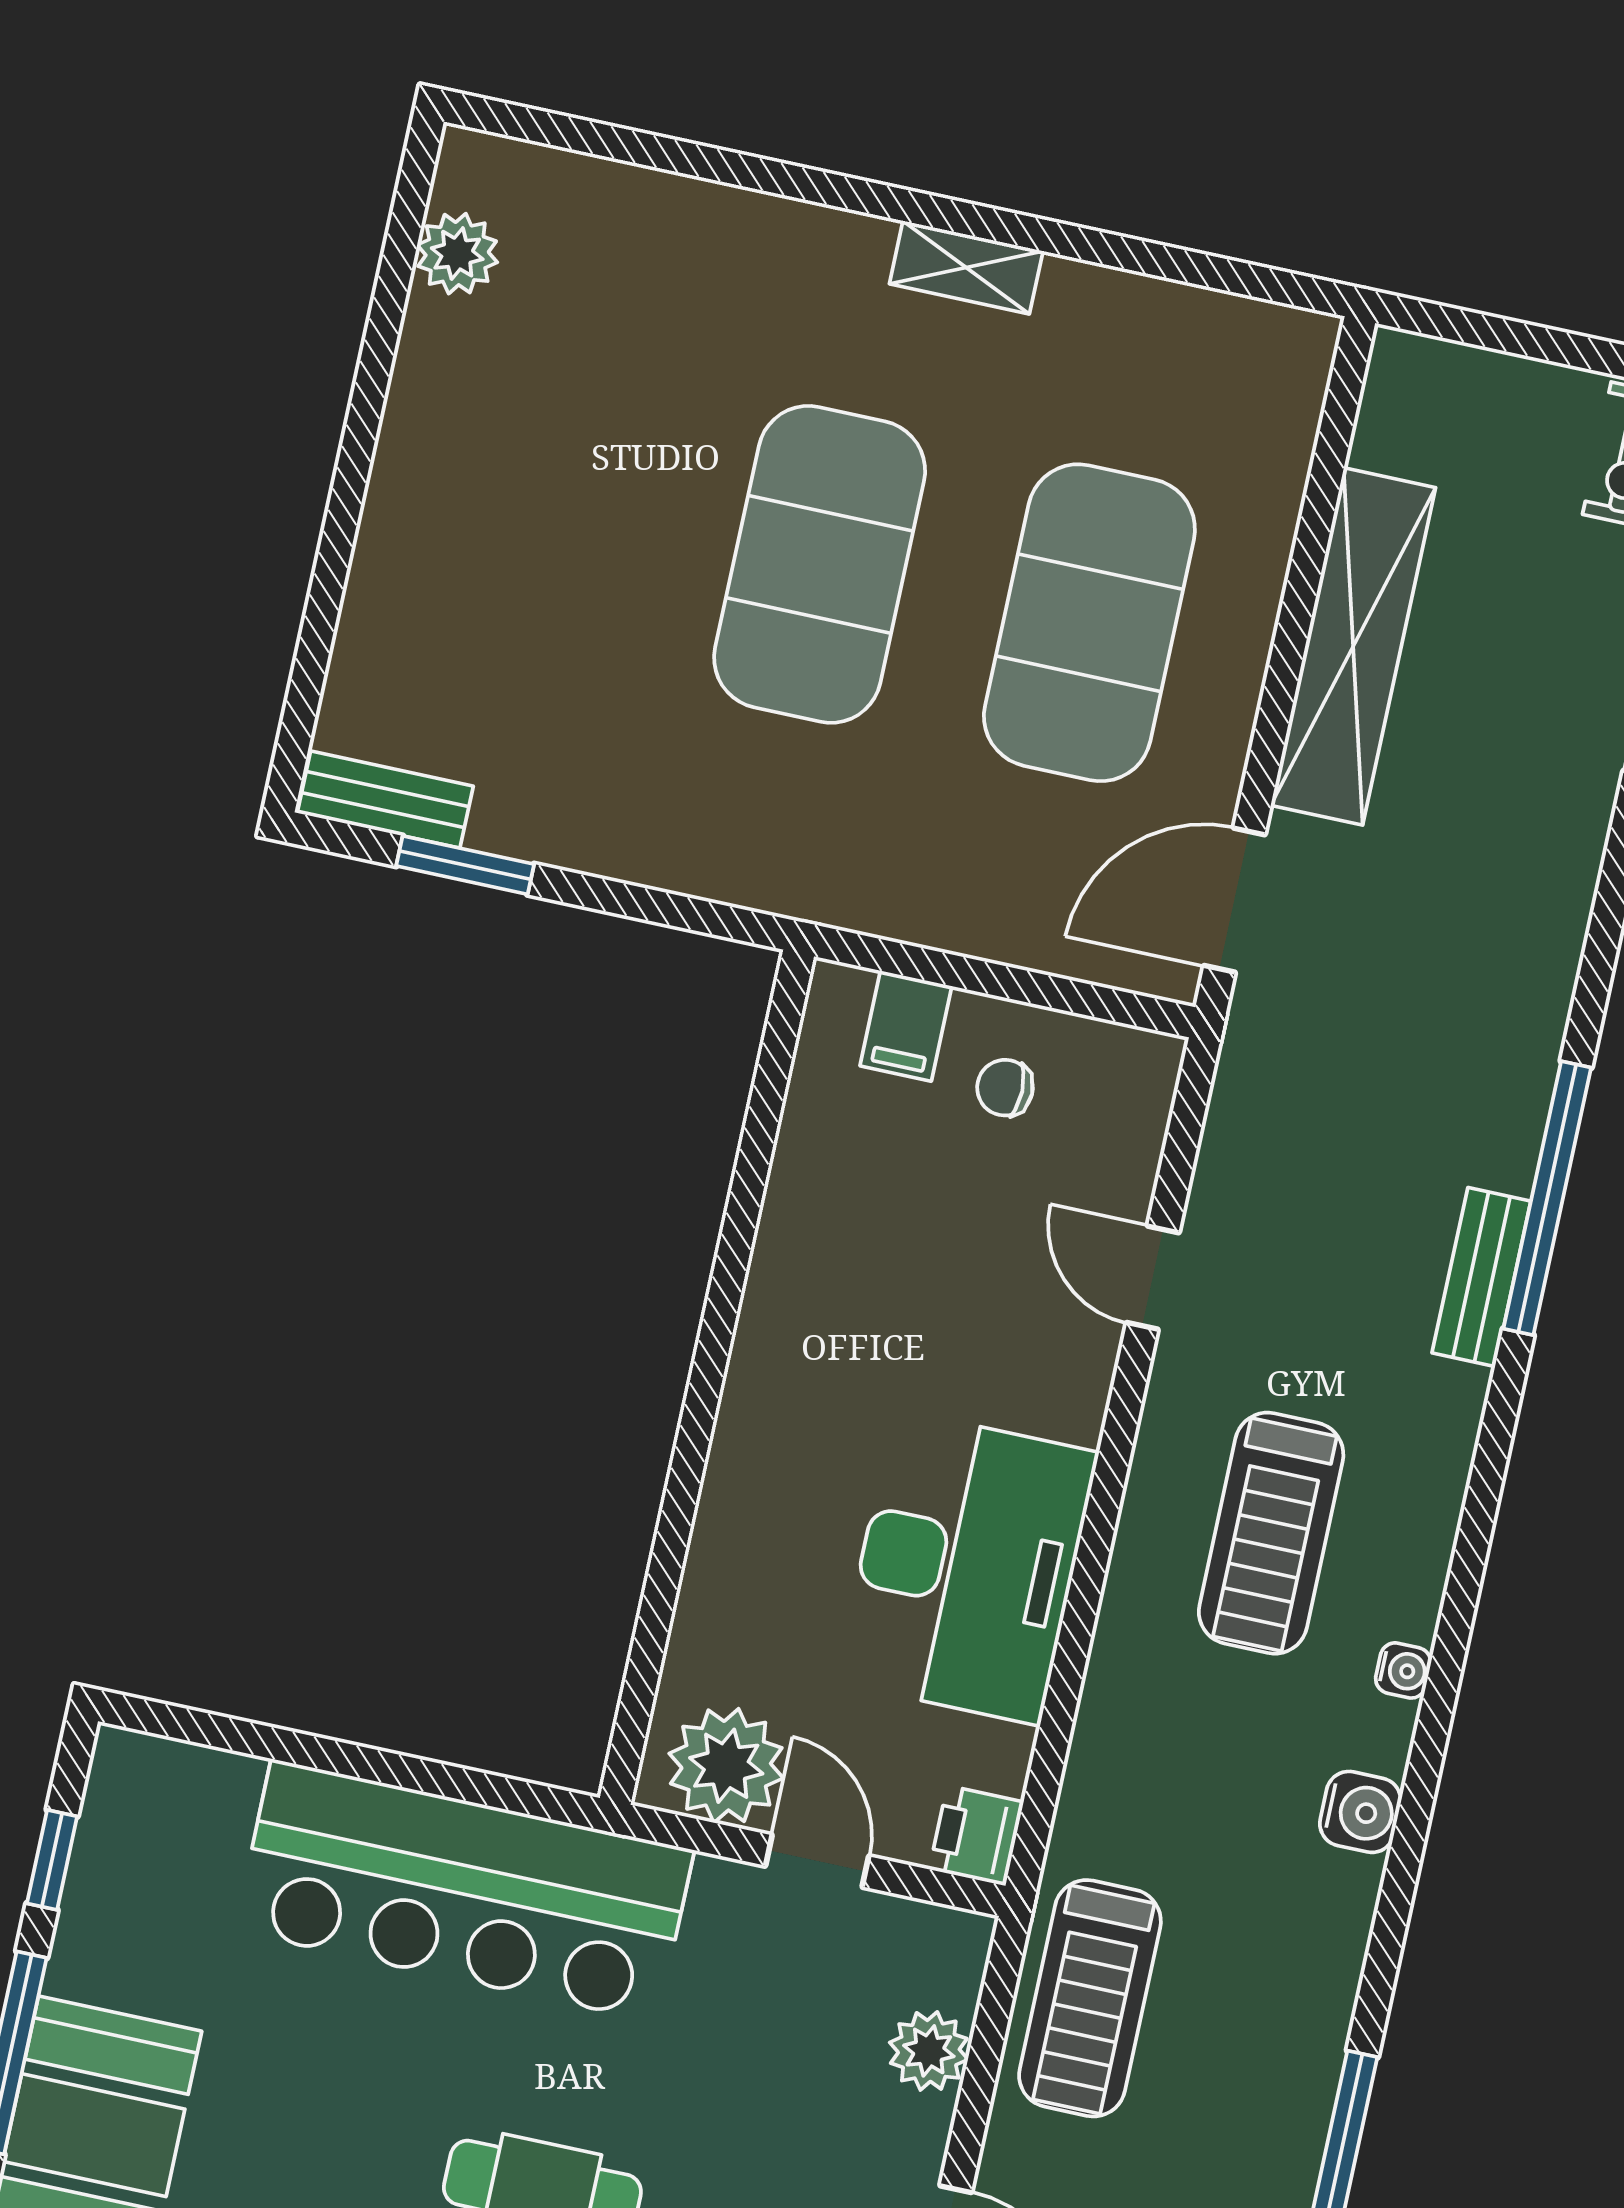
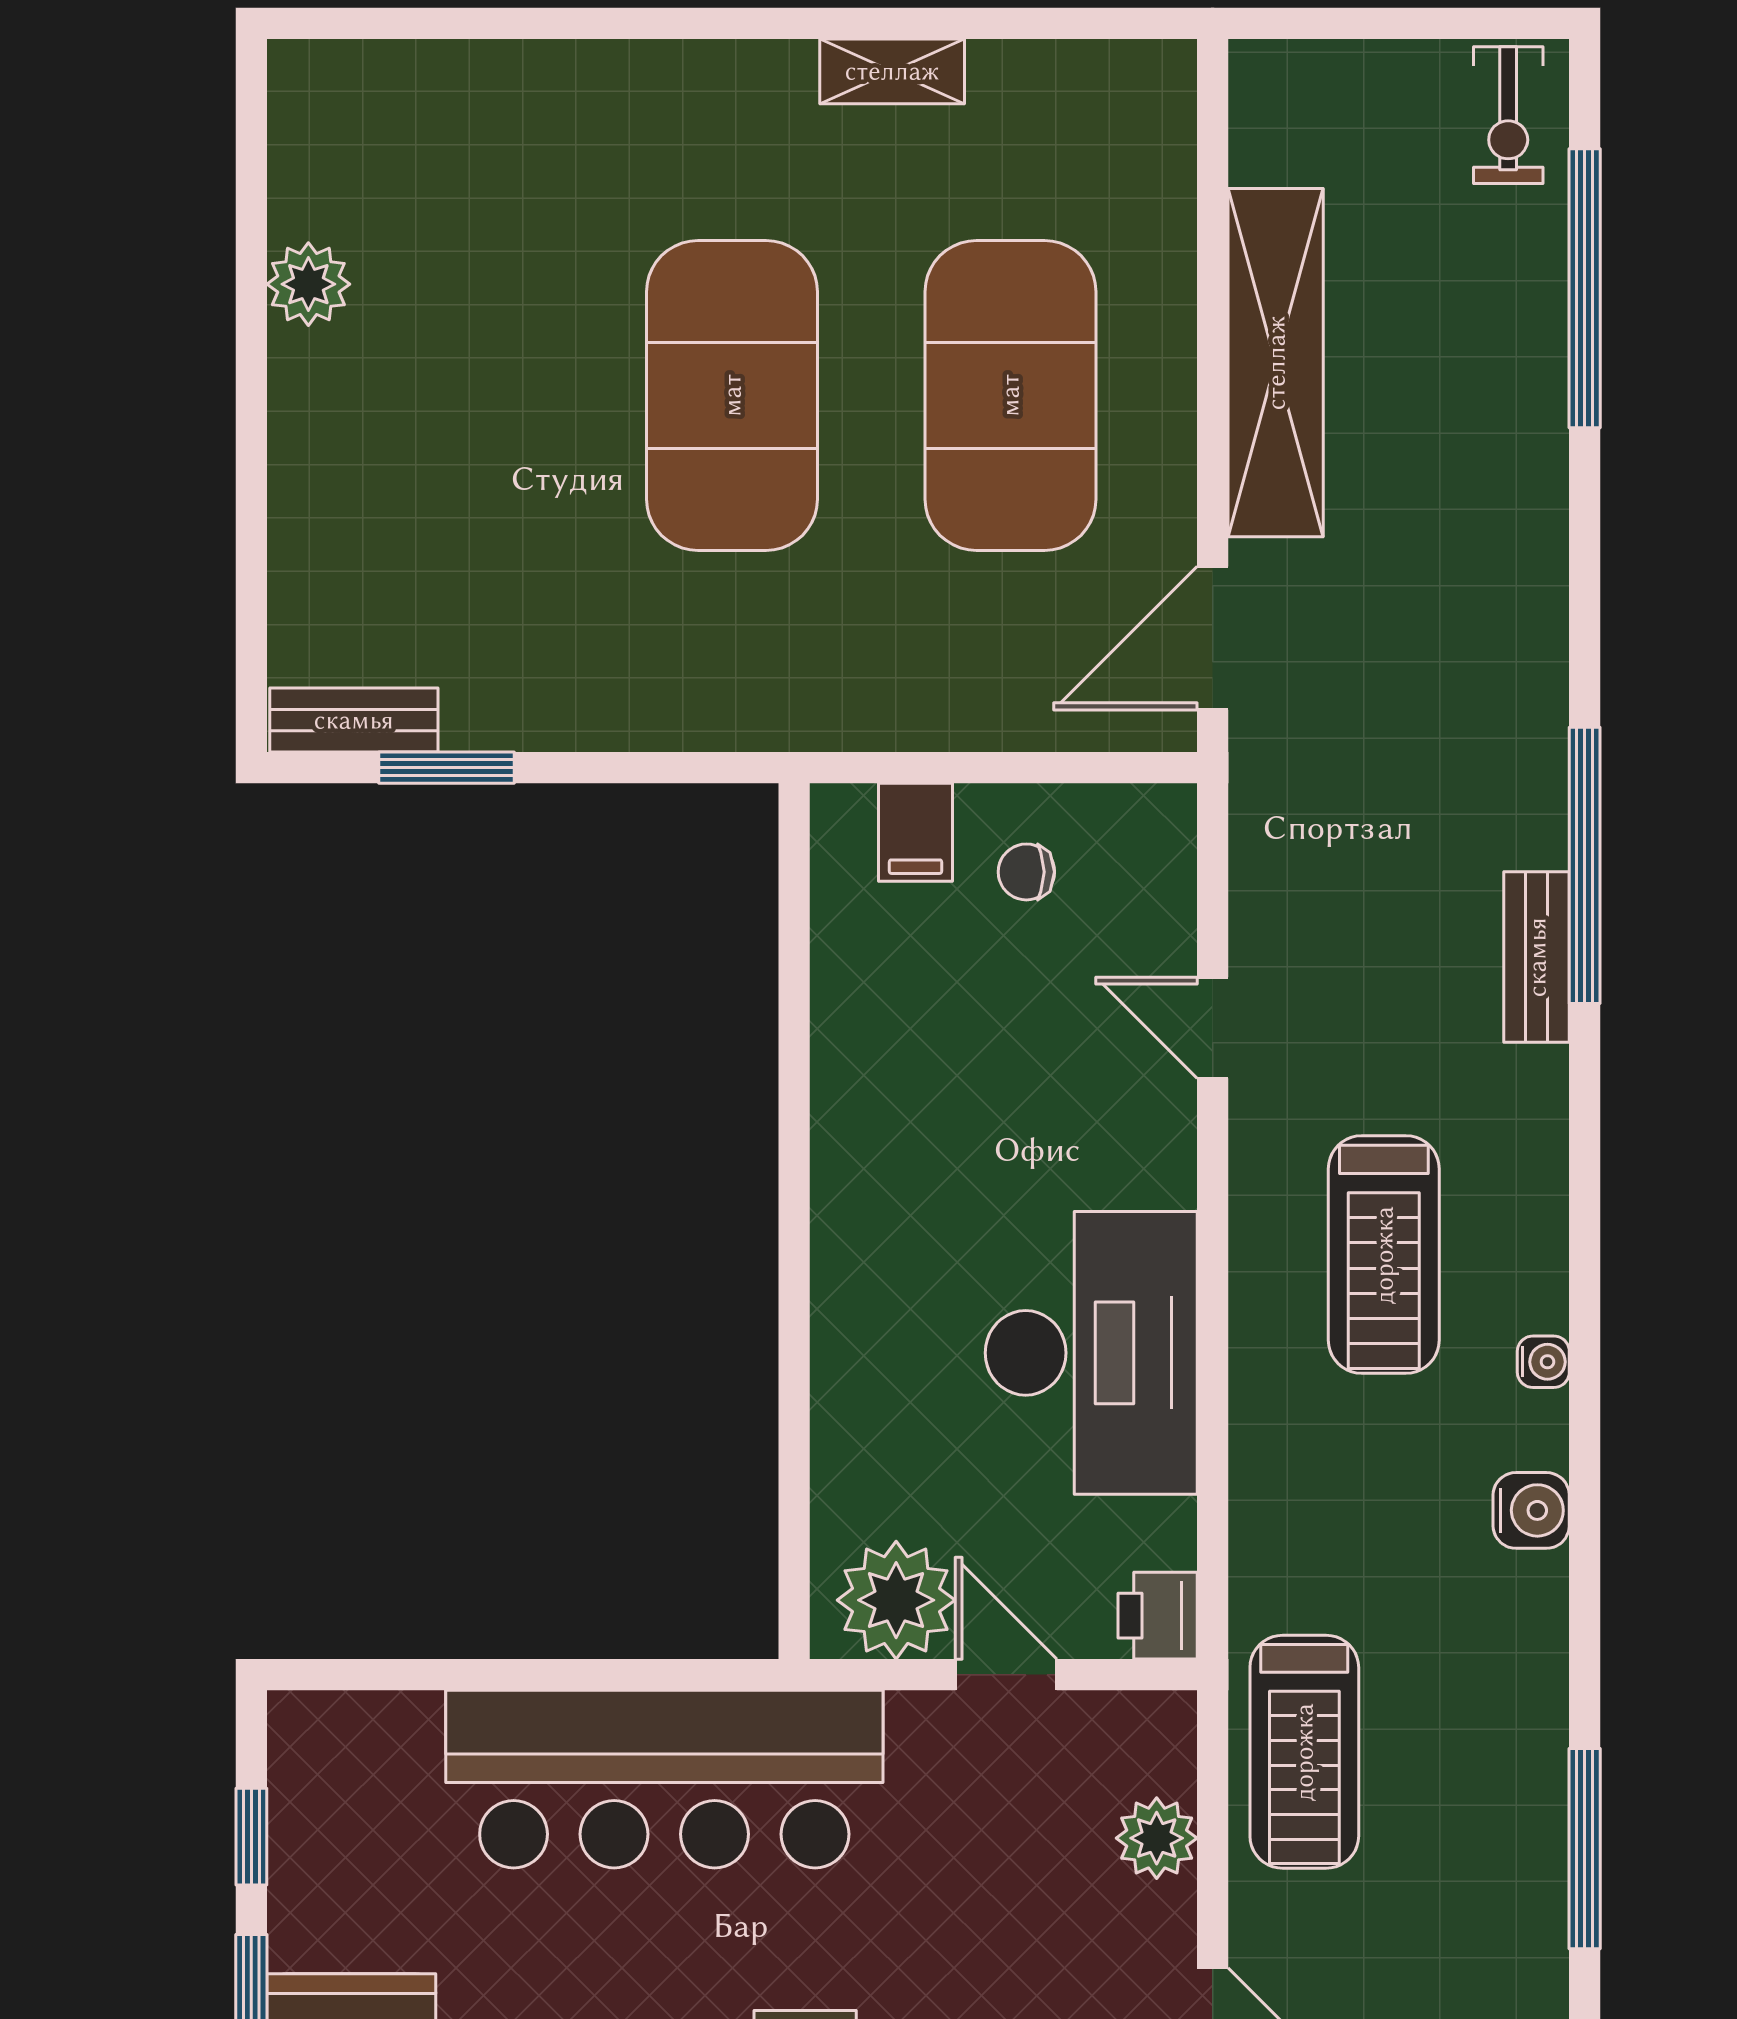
plant: (457, 254) -> (308, 284), moved
shelving: (966, 267) -> (892, 71), moved

